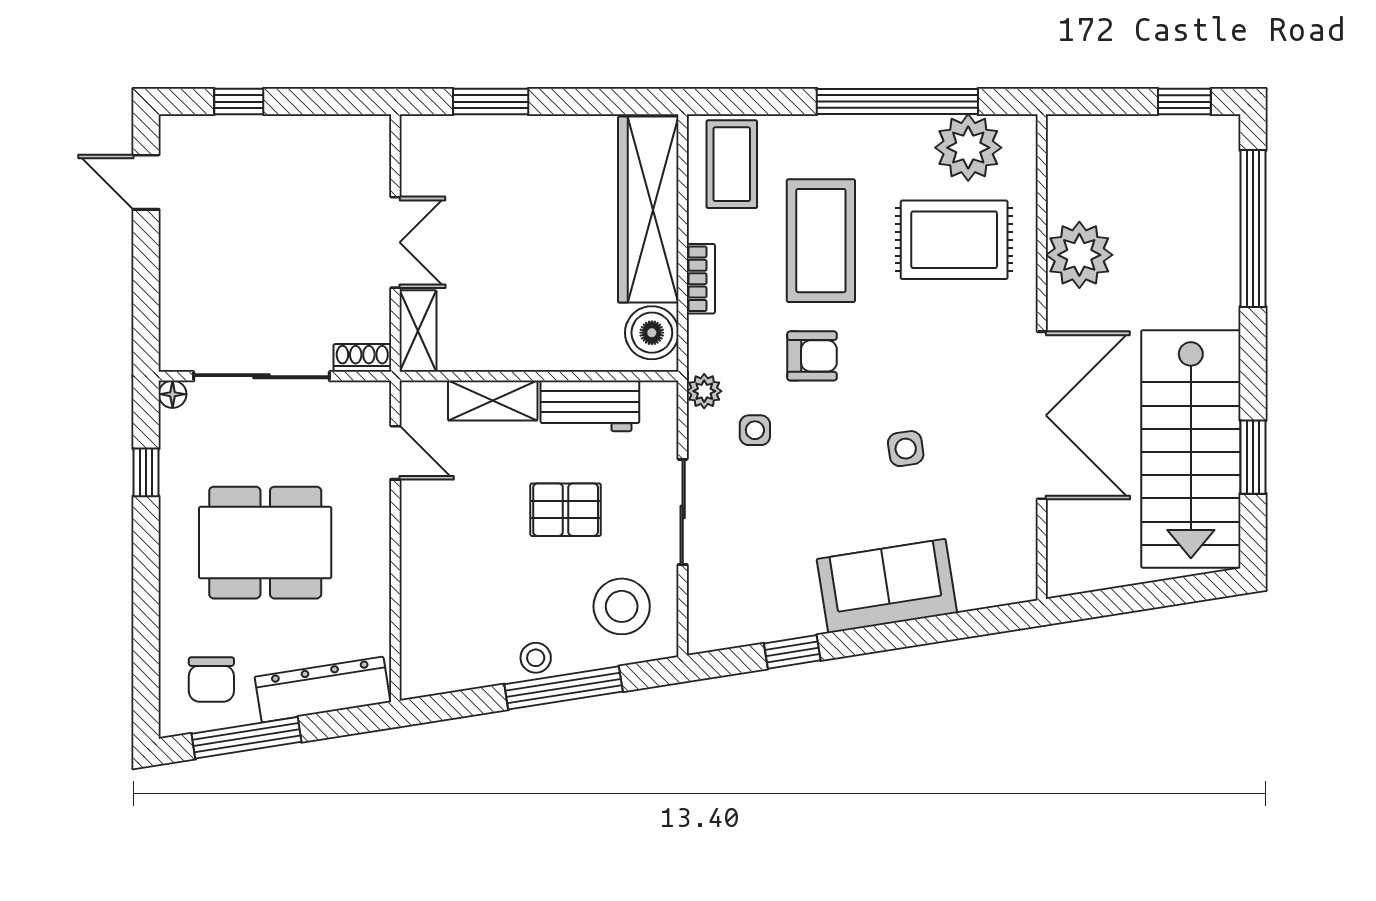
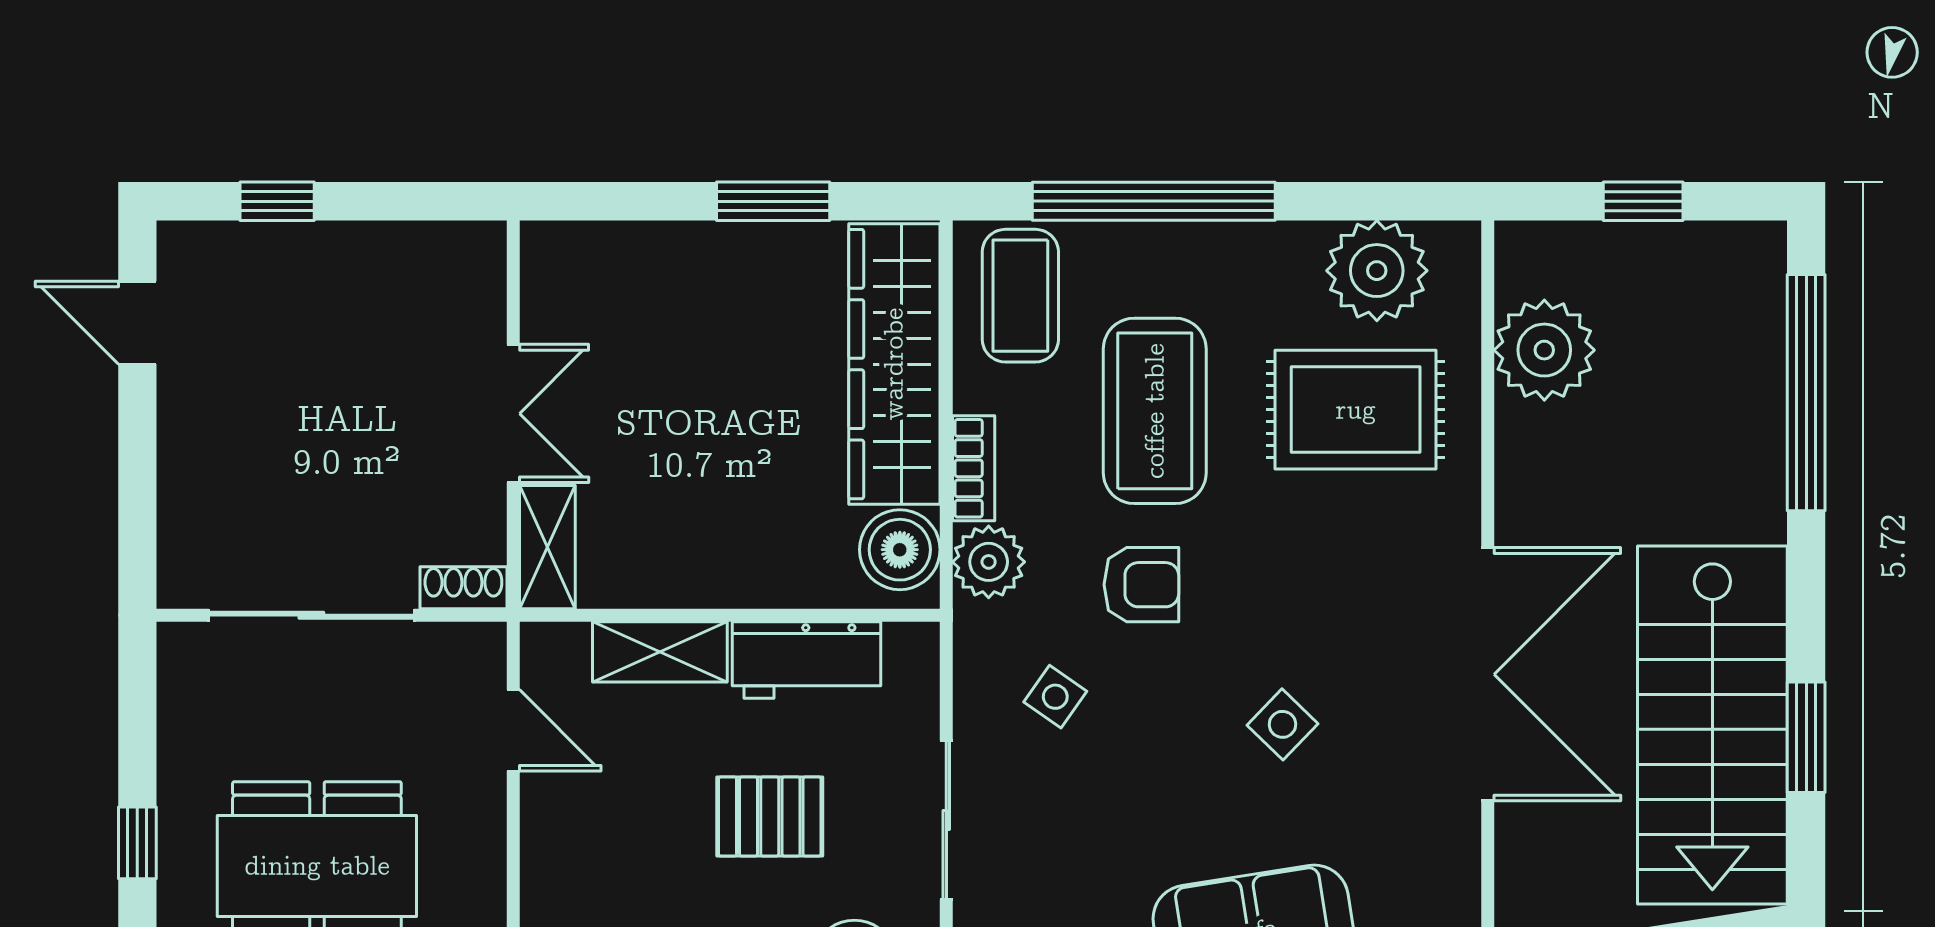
window: (491, 102) -> (773, 201), moved
window: (897, 102) -> (1154, 201), moved
window: (1184, 102) -> (1643, 201), moved
plant: (1079, 255) -> (1544, 350), moved
plant: (704, 391) -> (989, 562), moved, width x1.38, depth x1.38
floor lamp: (173, 394) -> (177, 642), removed
side table: (755, 430) -> (1055, 697), turned 35
side table: (906, 449) -> (1283, 724), turned -38
window: (146, 472) -> (137, 843), moved

